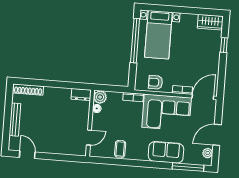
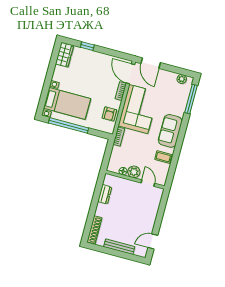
dresser: (81, 95) -> (105, 194), moved
plant: (100, 97) -> (134, 172), moved
door: (217, 135) -> (151, 63), moved
sofa: (166, 152) -> (170, 131), moved

